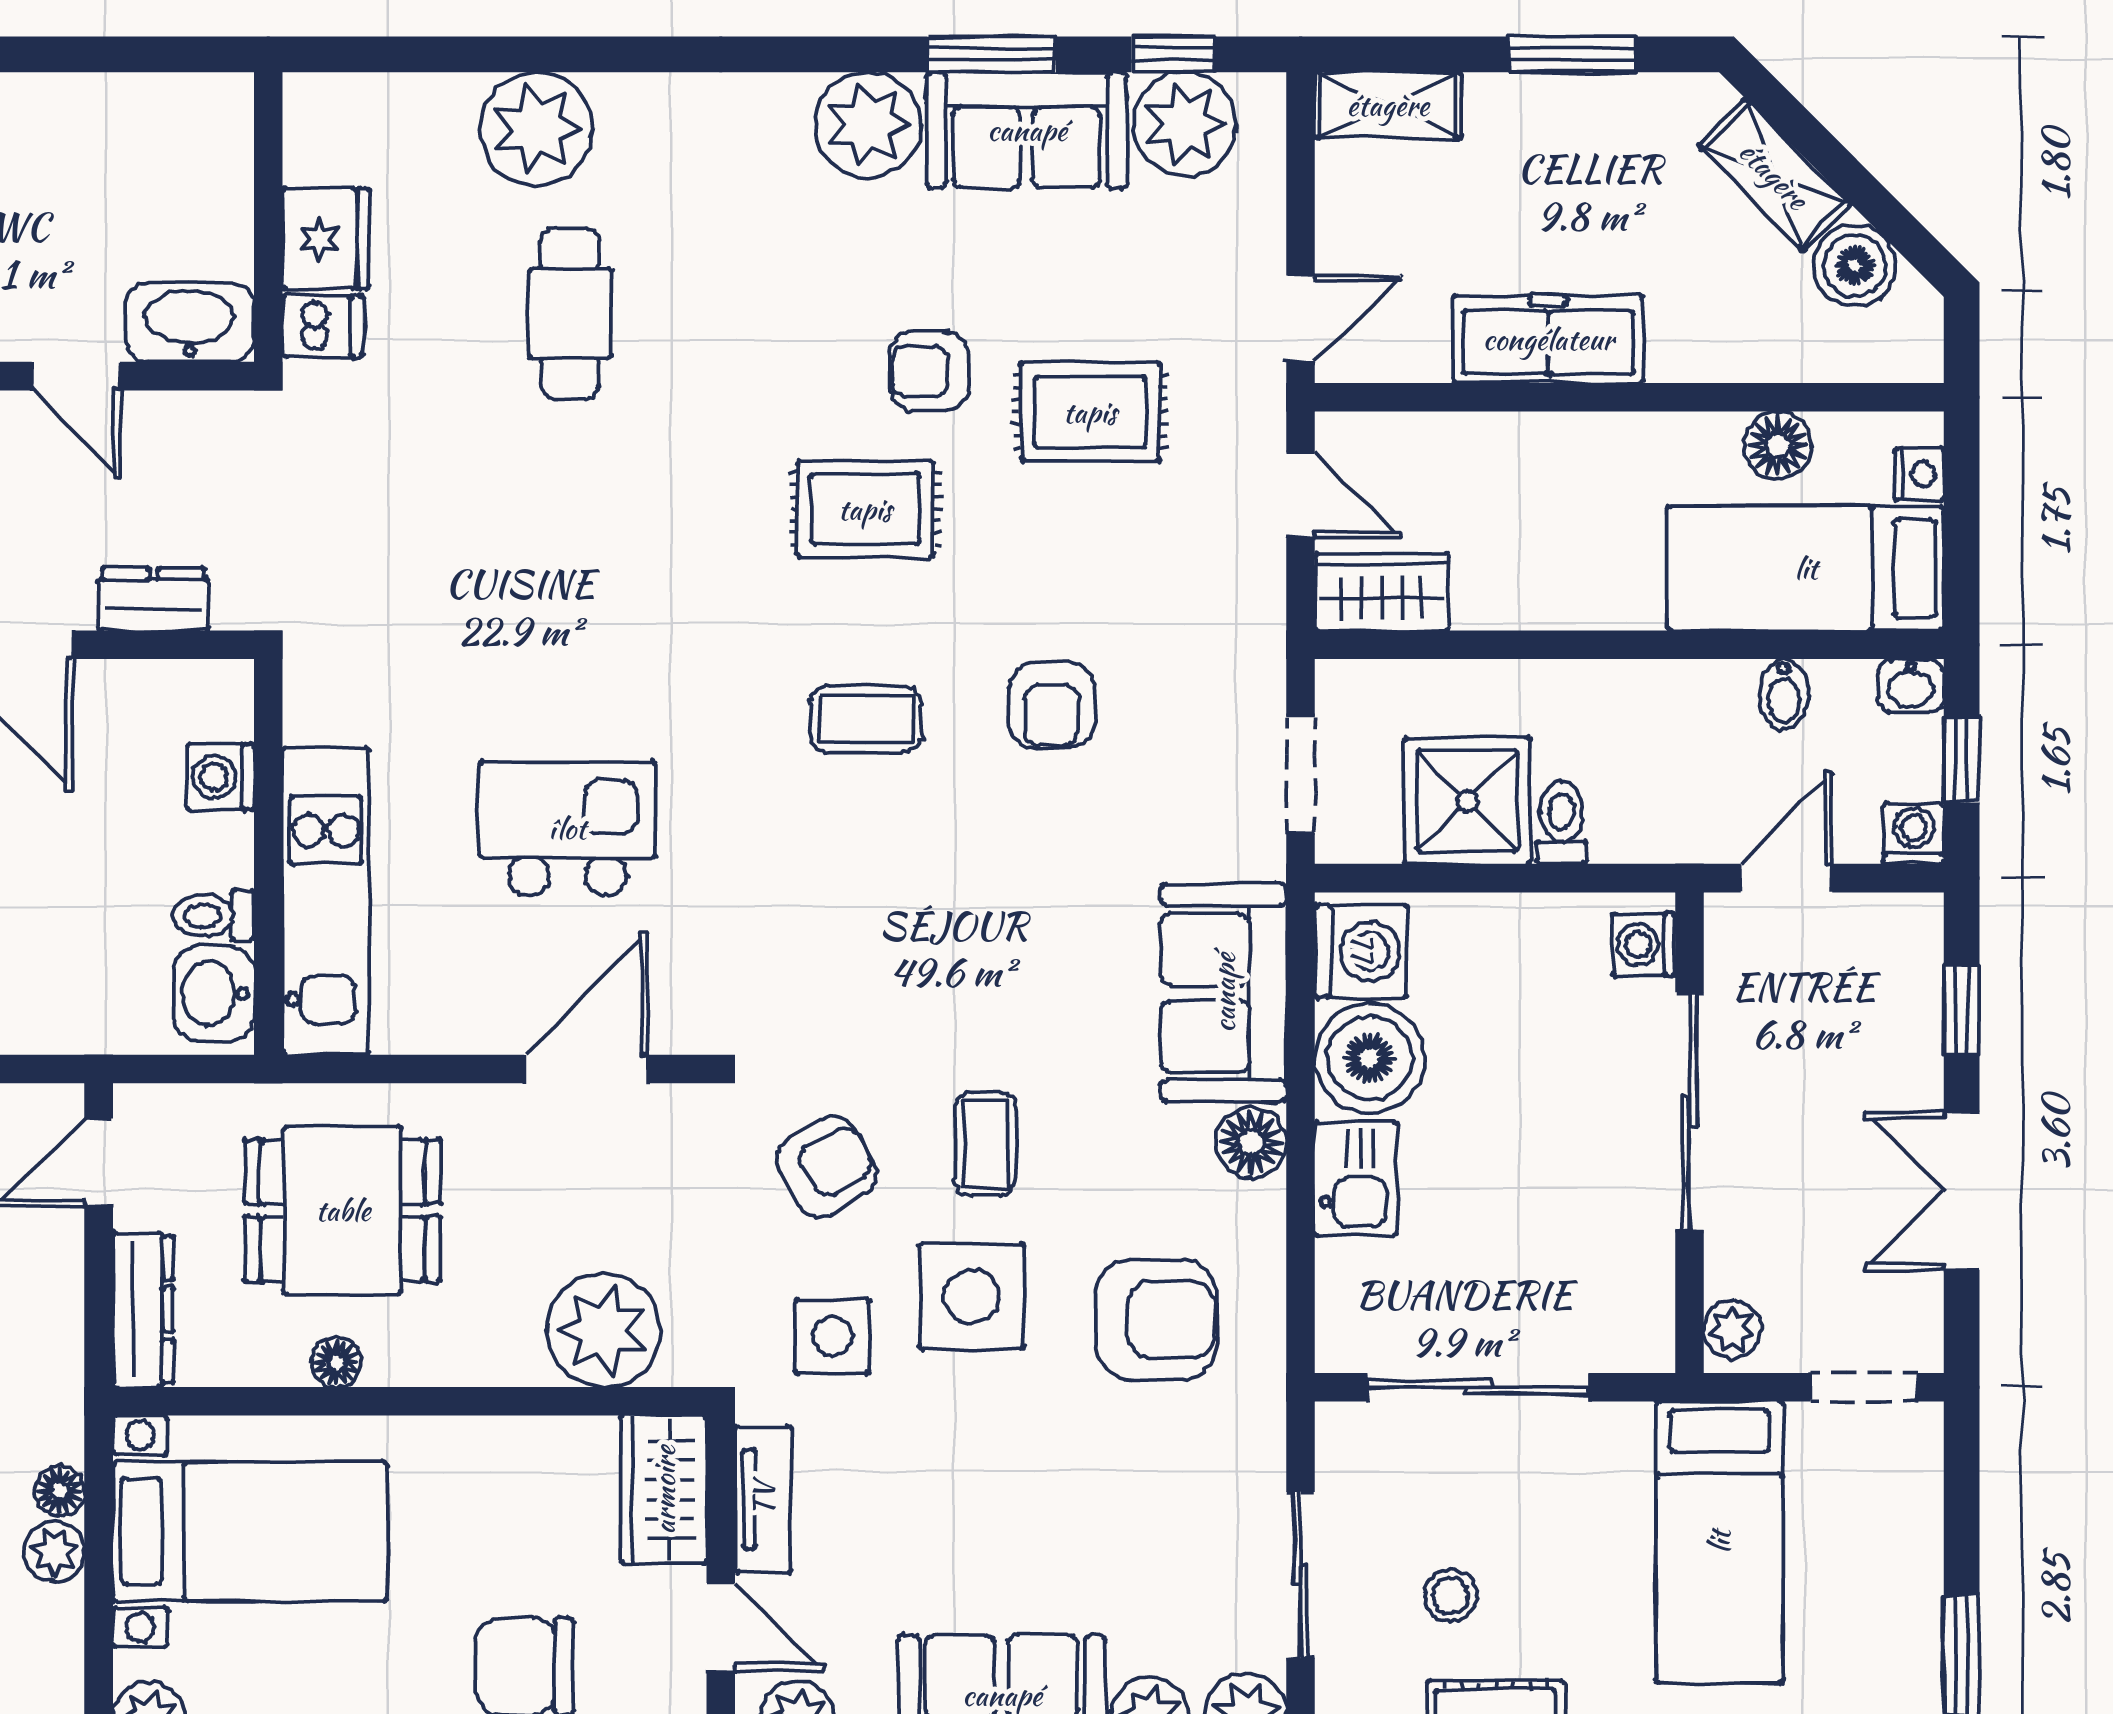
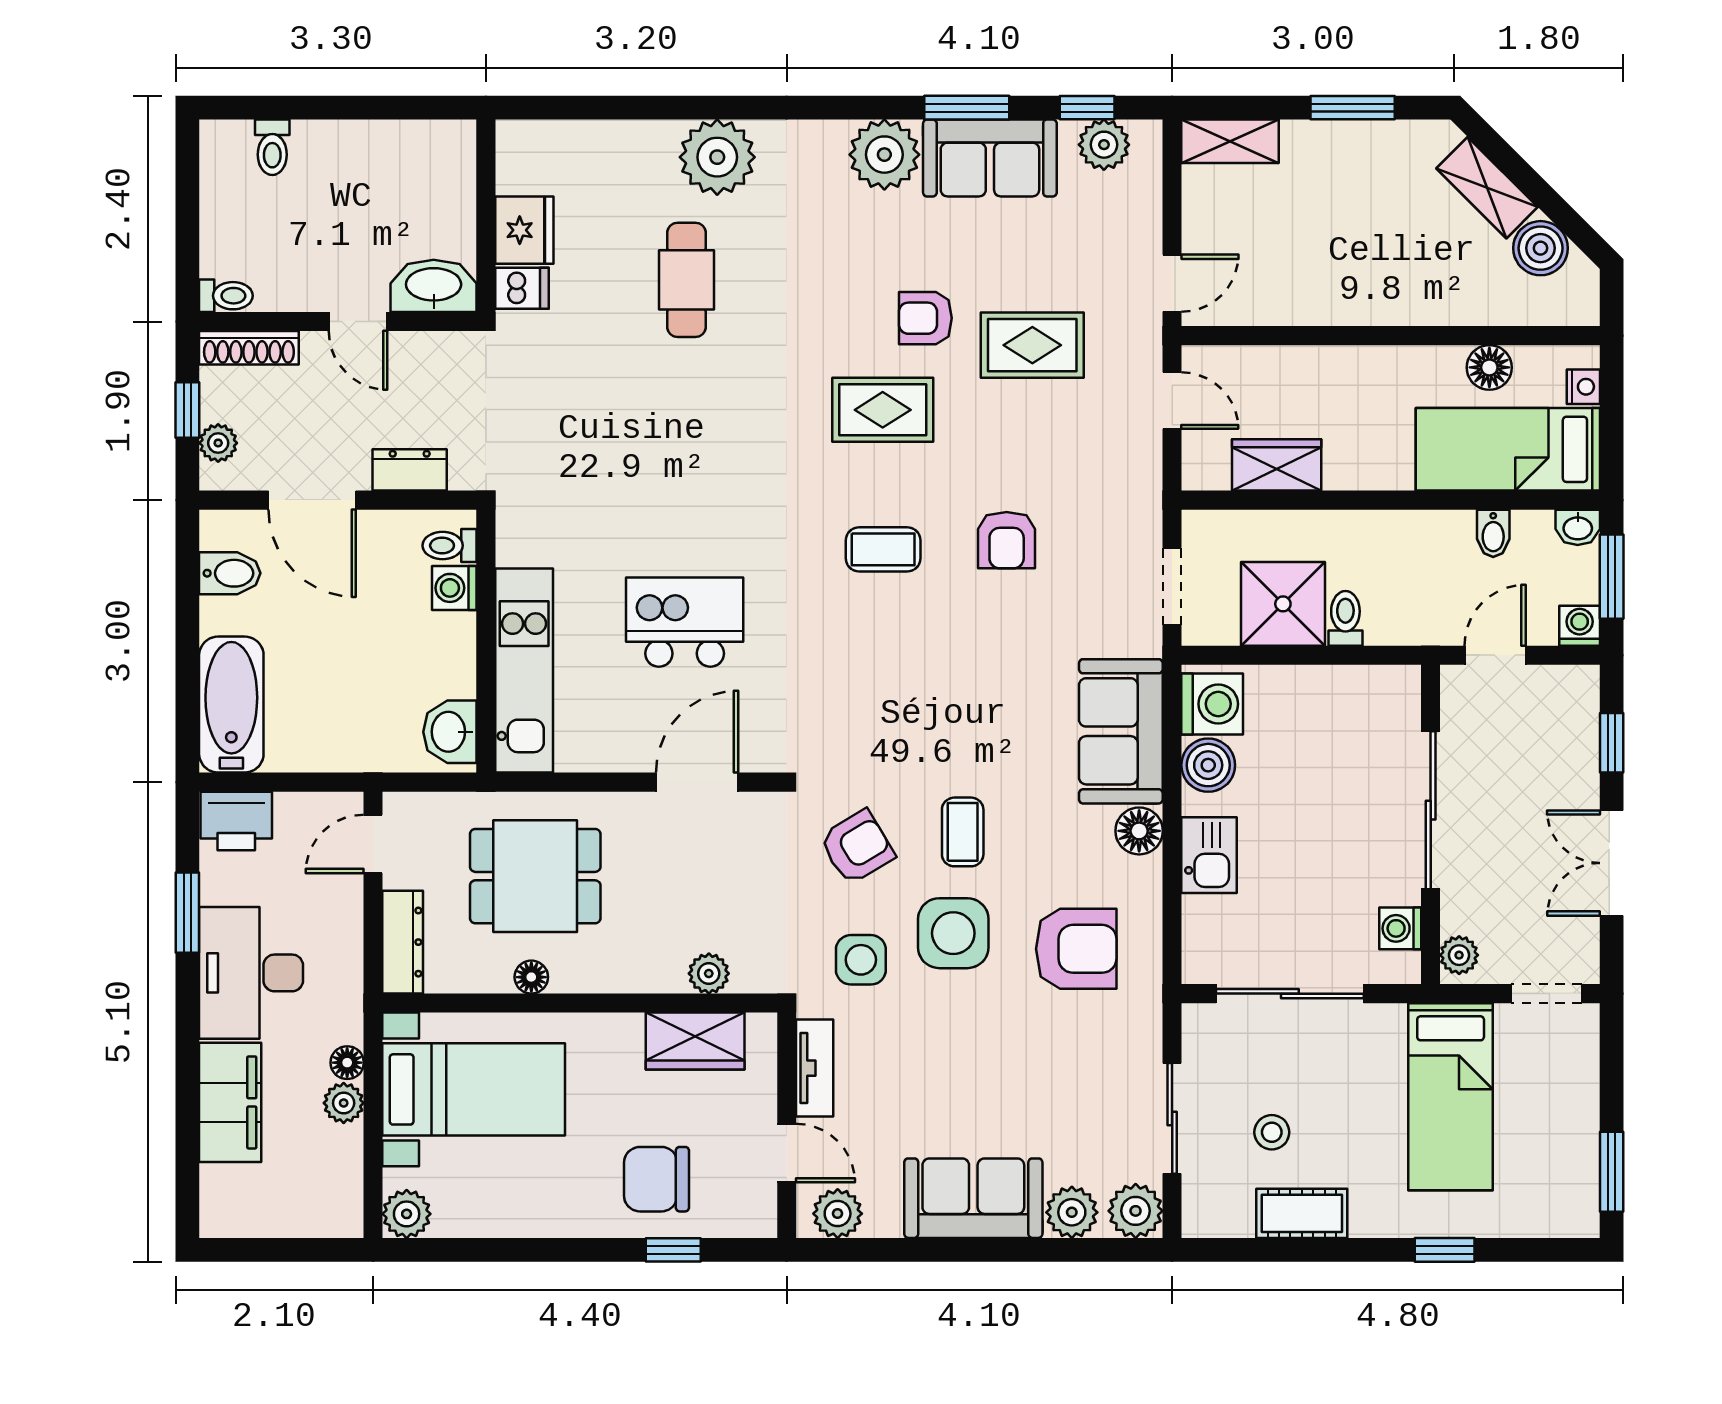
plant: (1184, 124) -> (1104, 145), width x0.73, depth x0.73
plant: (536, 129) -> (717, 157), moved
freezer: (1548, 339) -> (1337, 297), removed
wardrobe: (1382, 592) -> (1277, 465), moved
window: (1962, 760) -> (1612, 577), width x1.50
toilet: (214, 916) -> (450, 546), moved
washing machine: (1644, 945) -> (1400, 928), moved
boiler: (1370, 1058) -> (1208, 765), width x0.73, depth x0.73
plant: (604, 1331) -> (709, 974), width x0.53, depth x0.53
wardrobe: (664, 1490) -> (695, 1041), moved, turned -90

